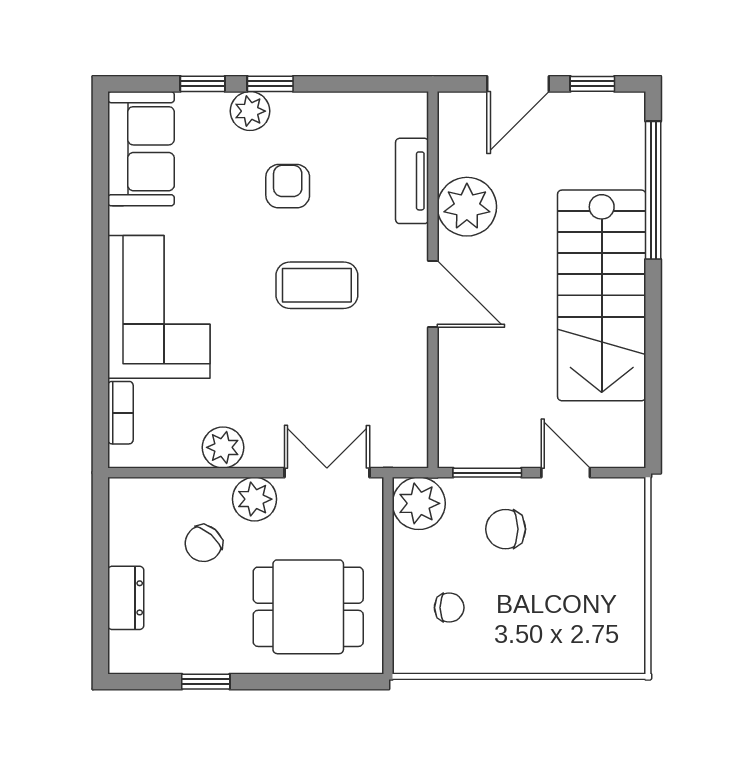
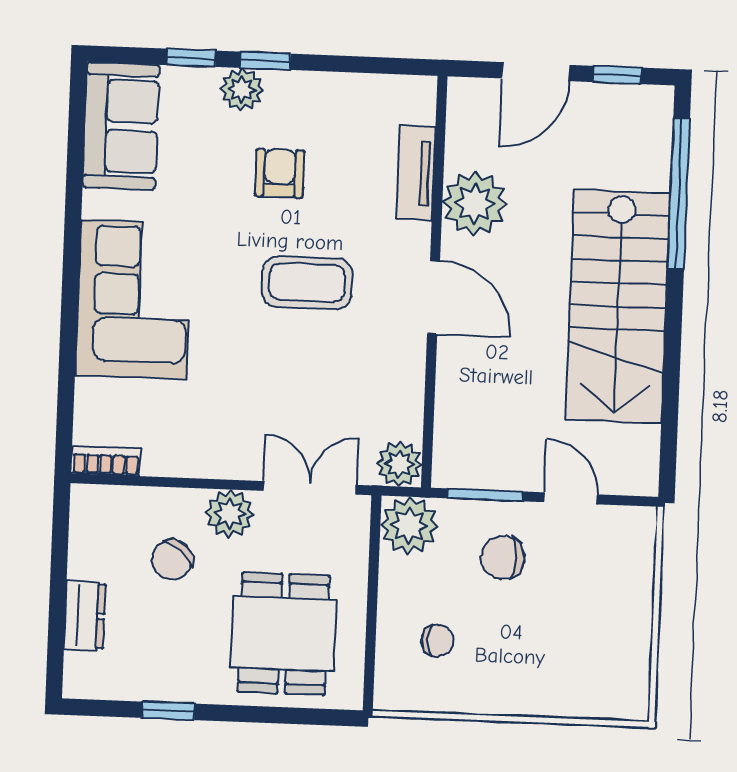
bookcase: (120, 413) -> (106, 461), moved, turned -90
plant: (223, 447) -> (399, 464), moved
dining table: (308, 607) -> (284, 634), turned 90

